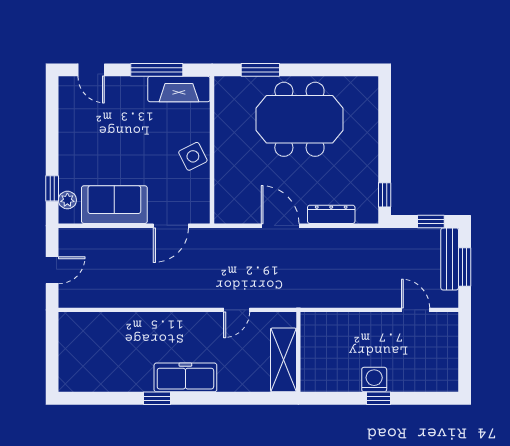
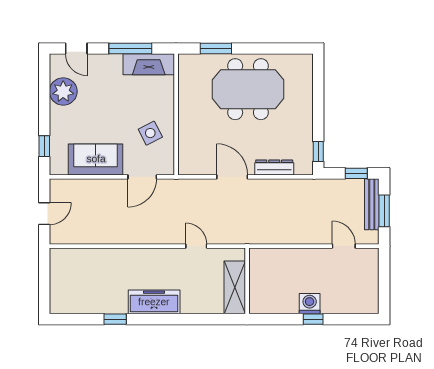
side table: (193, 156) -> (150, 133), moved
plant: (67, 200) -> (63, 91), moved, width x1.87, depth x1.87
door: (237, 310) -> (196, 246), swing flipped
window: (157, 398) -> (115, 319), moved

